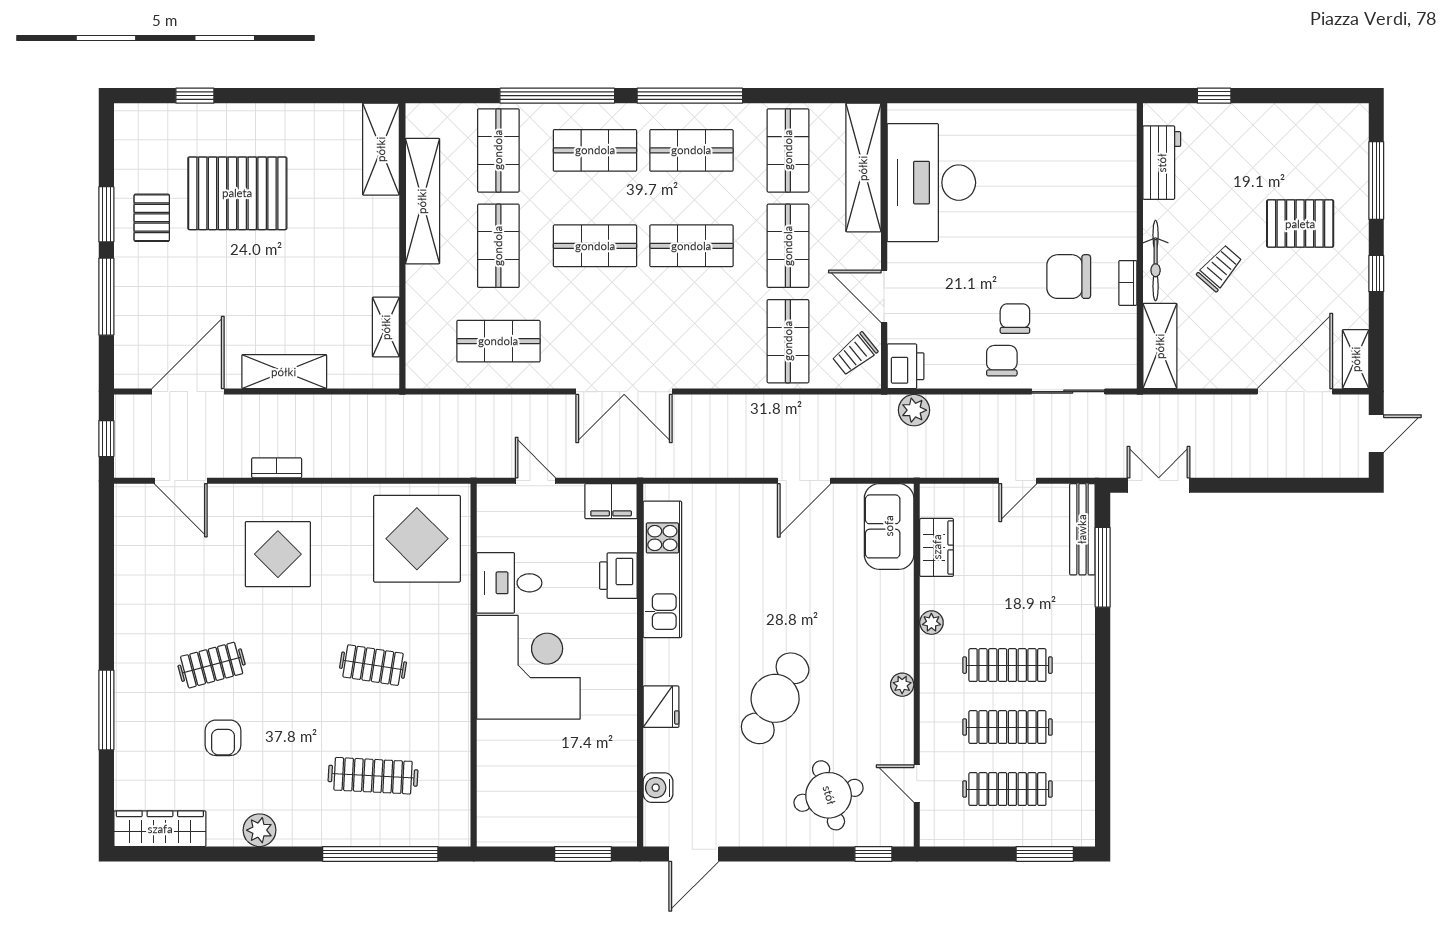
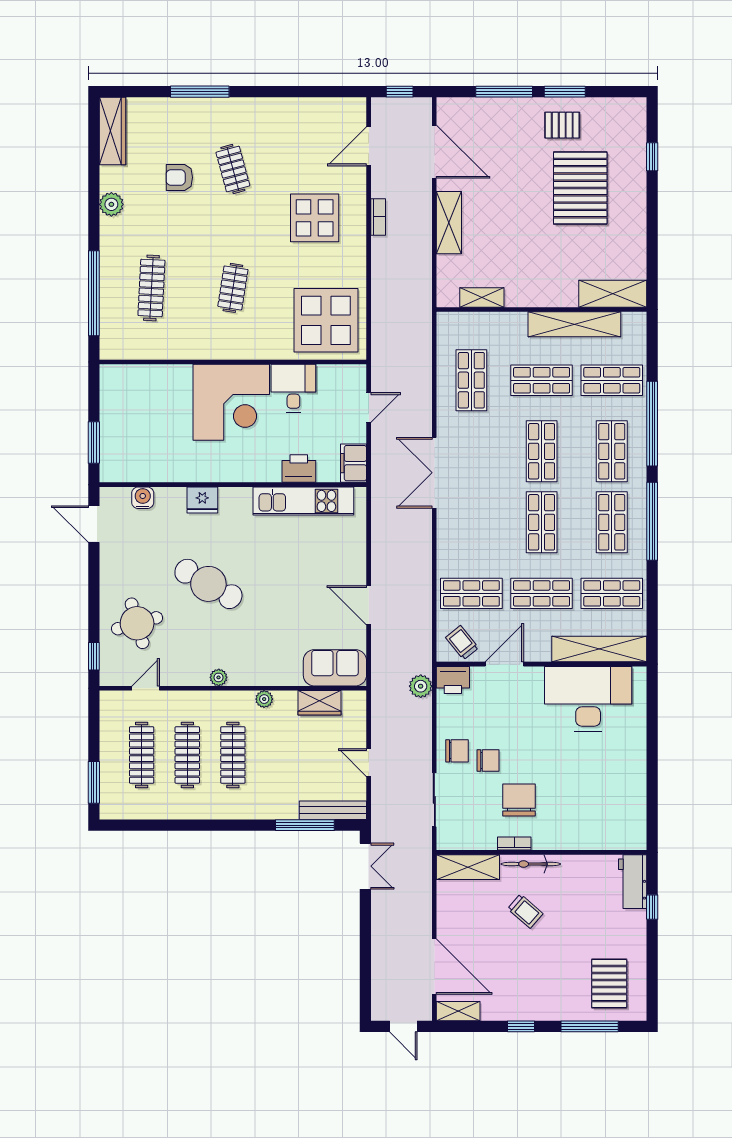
workbench: (1162, 163) -> (633, 882), moved, turned 90
pallet: (1300, 224) -> (609, 984), moved

